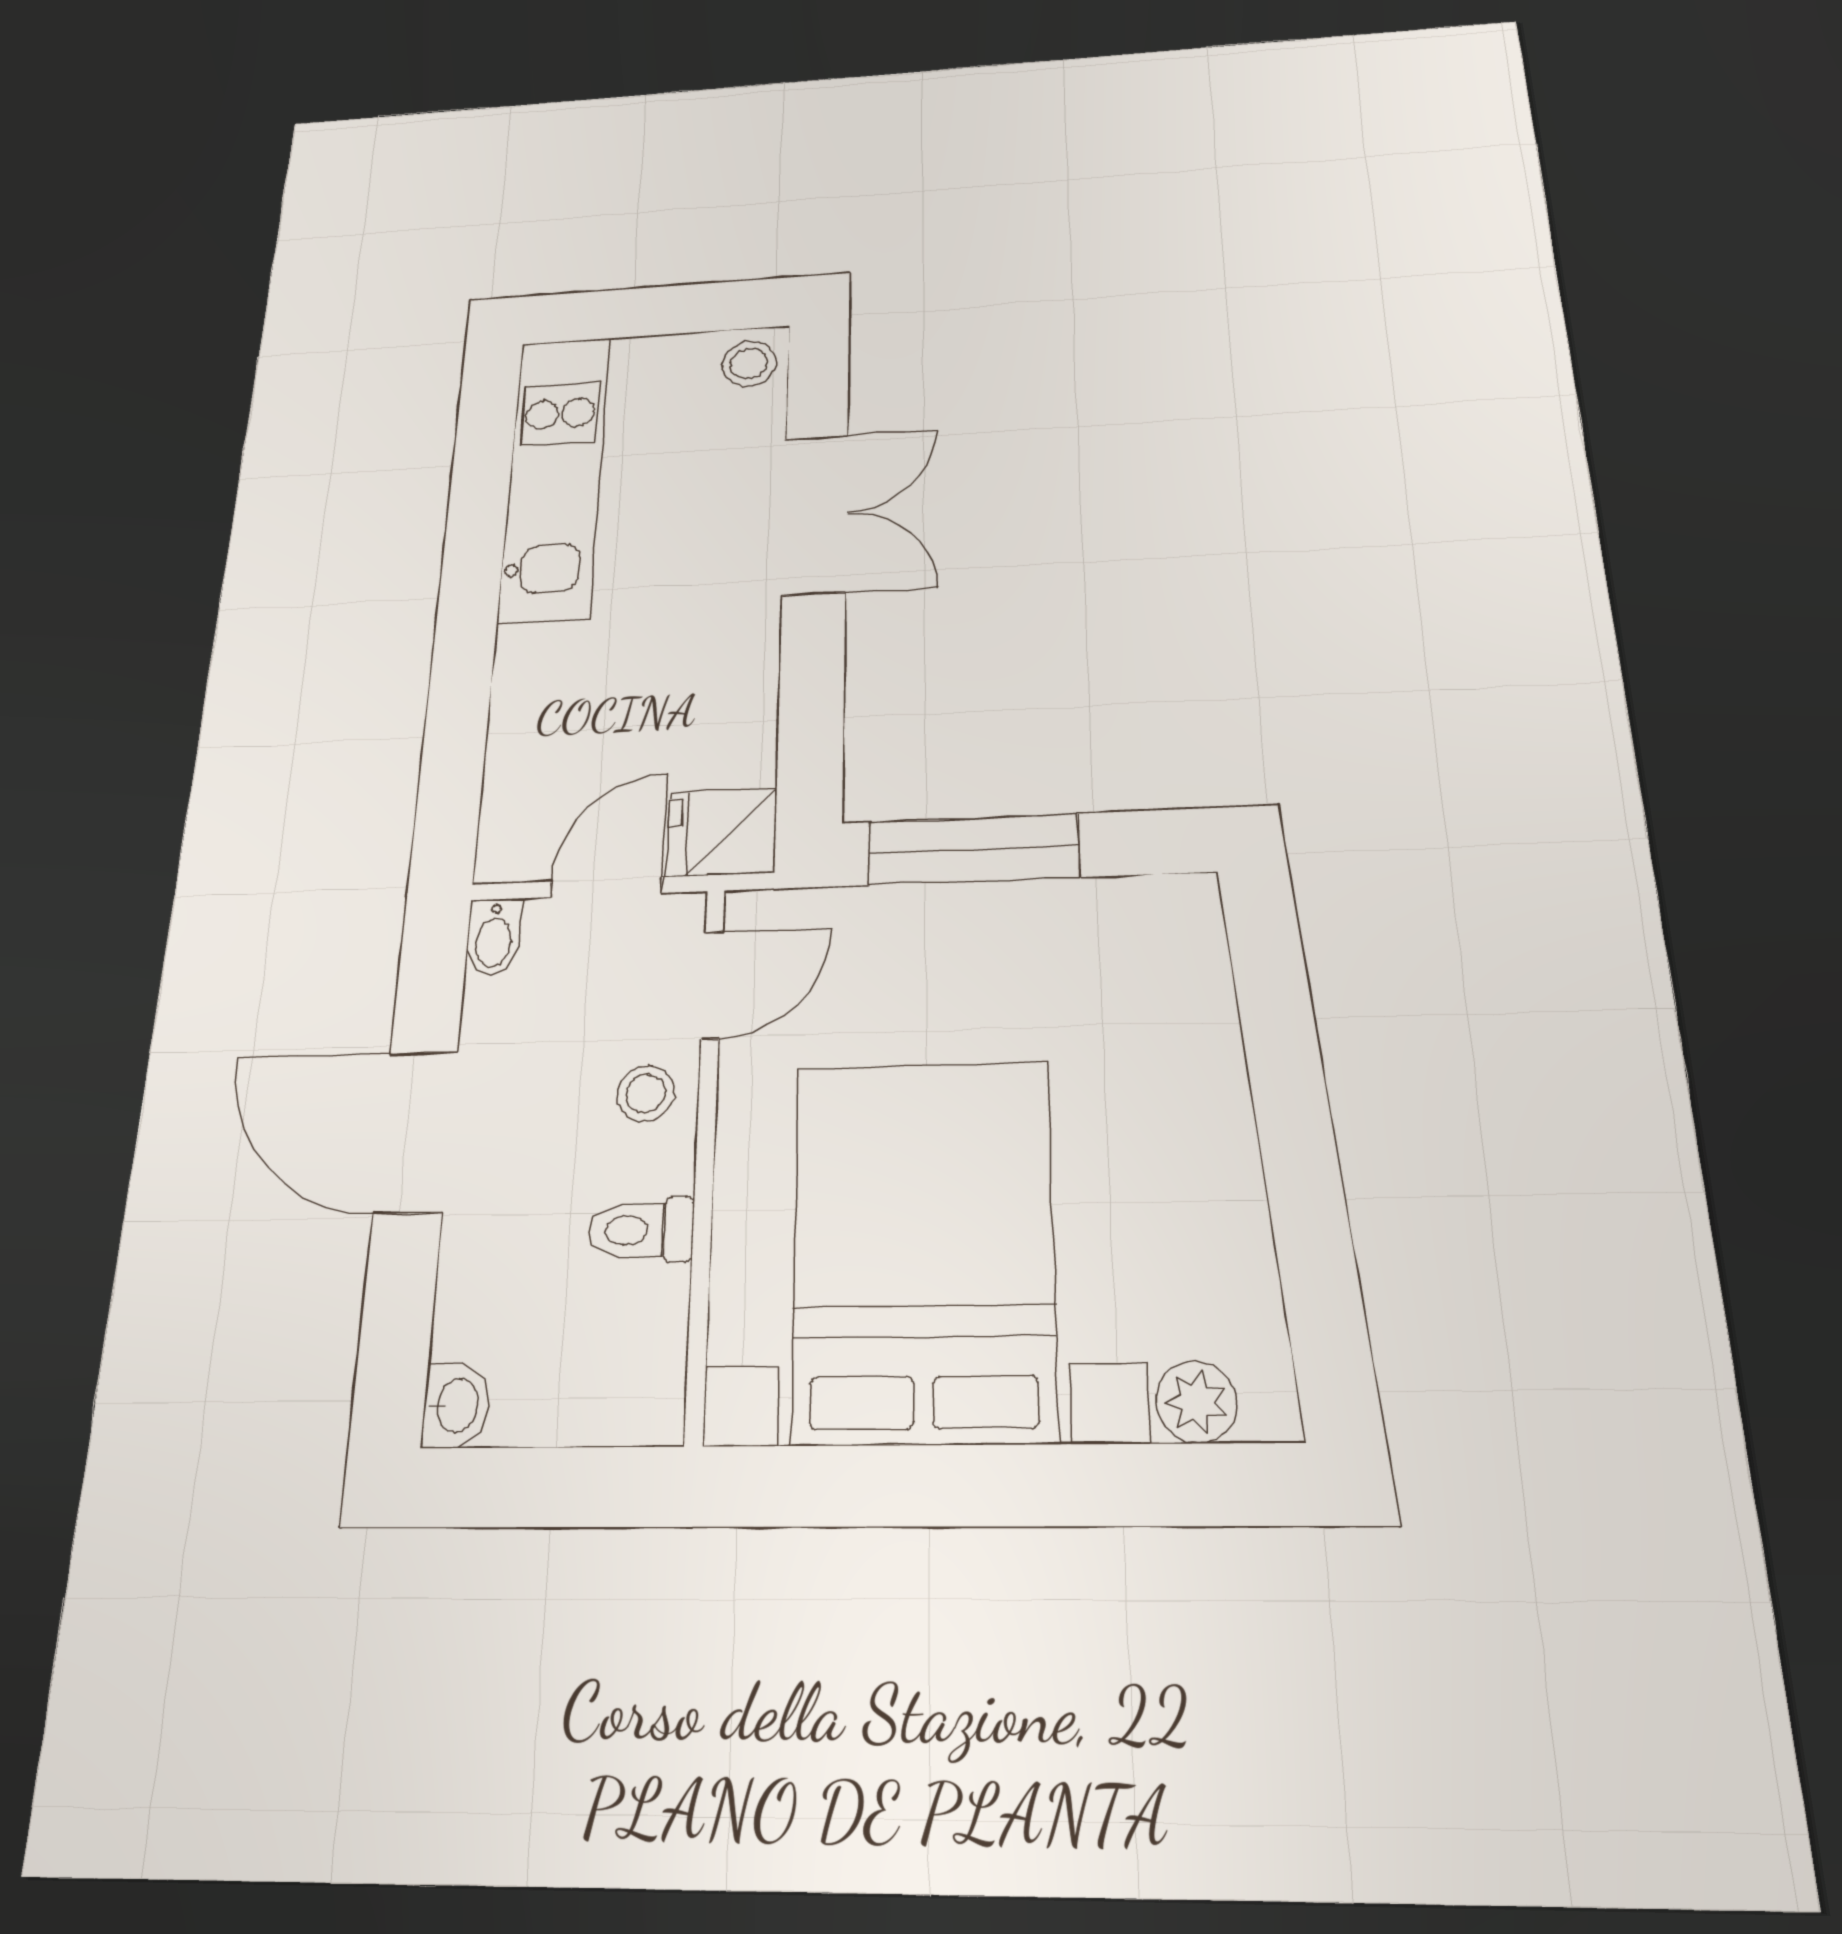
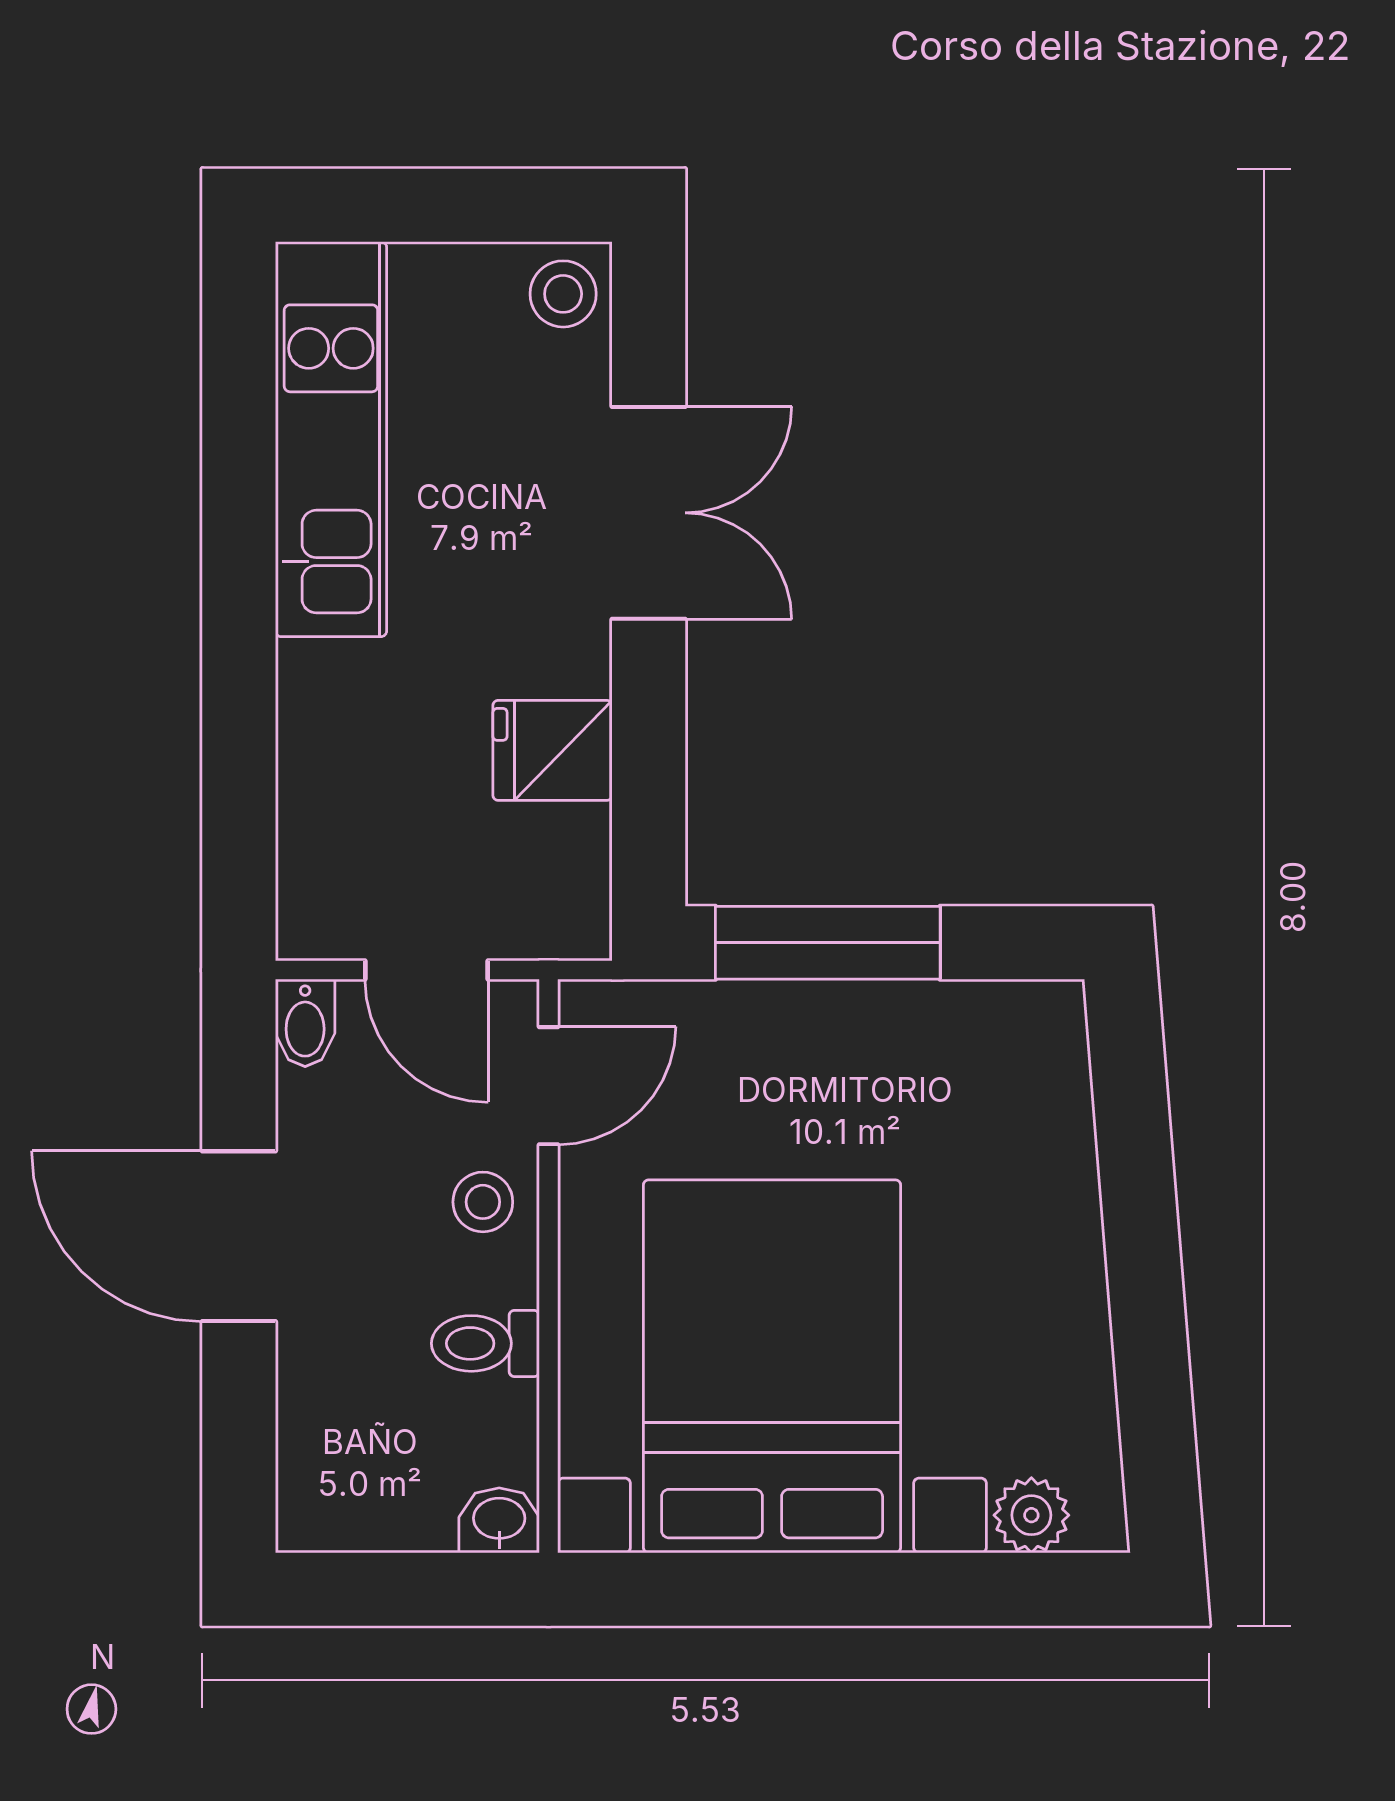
fridge: (722, 832) -> (552, 750), moved
door: (606, 887) -> (426, 970), swing flipped
washbasin: (456, 1405) -> (499, 1520), moved, turned -90

